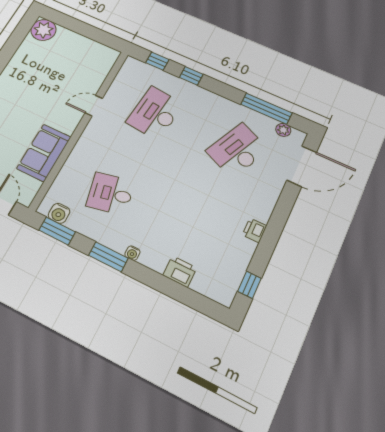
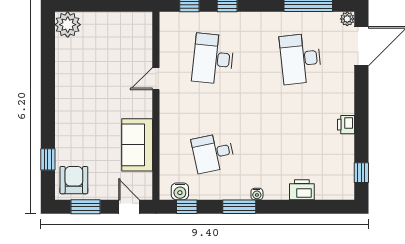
plant: (283, 130) -> (347, 19), moved
desk: (237, 150) -> (301, 59), turned -30
window: (57, 231) -> (187, 207), width x0.67

